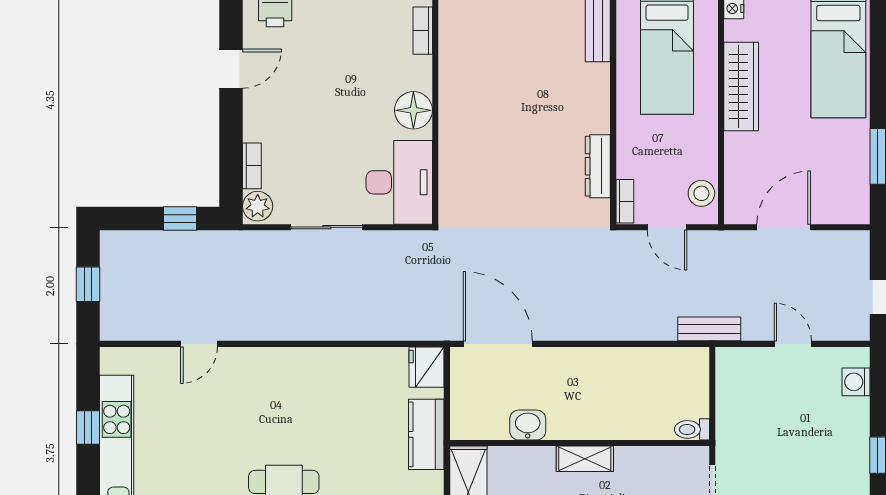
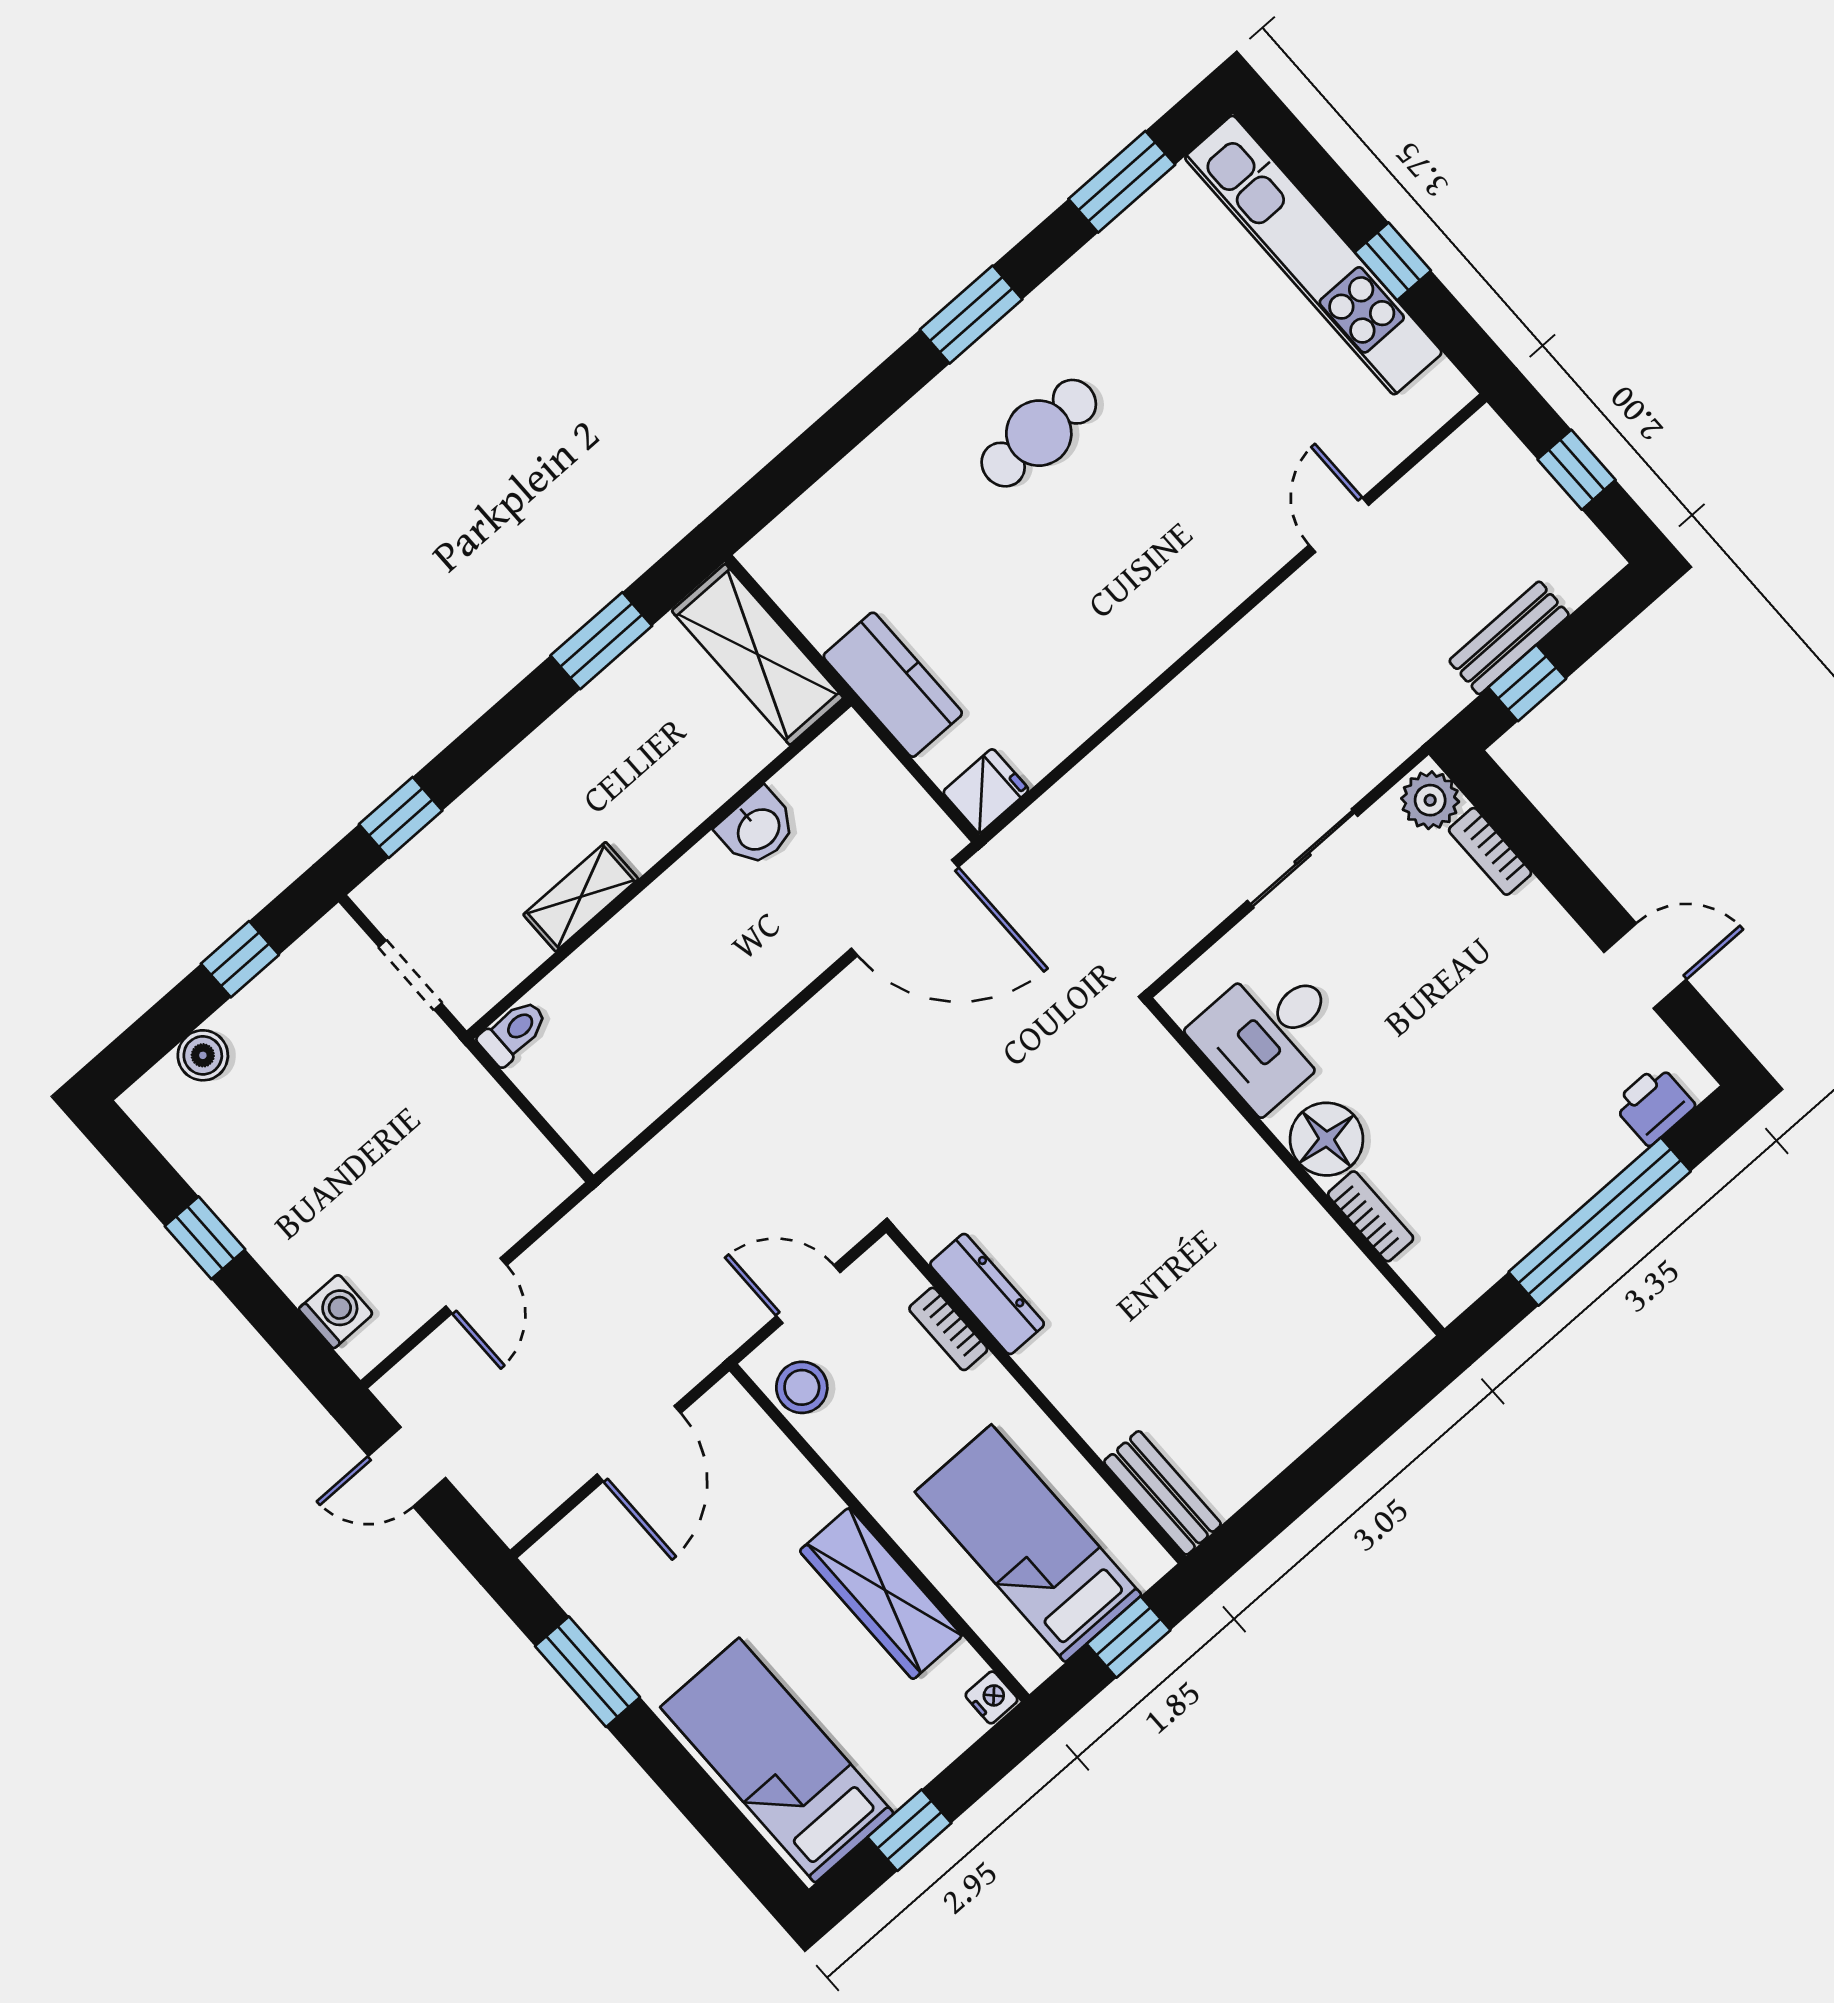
bookcase: (423, 31) -> (1371, 1216), moved
door: (231, 69) -> (1645, 966), swing flipped
desk: (399, 182) -> (1270, 1033), width x0.73
bookcase: (625, 201) -> (948, 1329), moved
bench: (709, 329) -> (1509, 638), moved
door: (793, 344) -> (476, 1286), hinge flipped
fridge: (426, 367) -> (986, 791), width x0.72
shelving: (585, 459) -> (581, 897), moved

